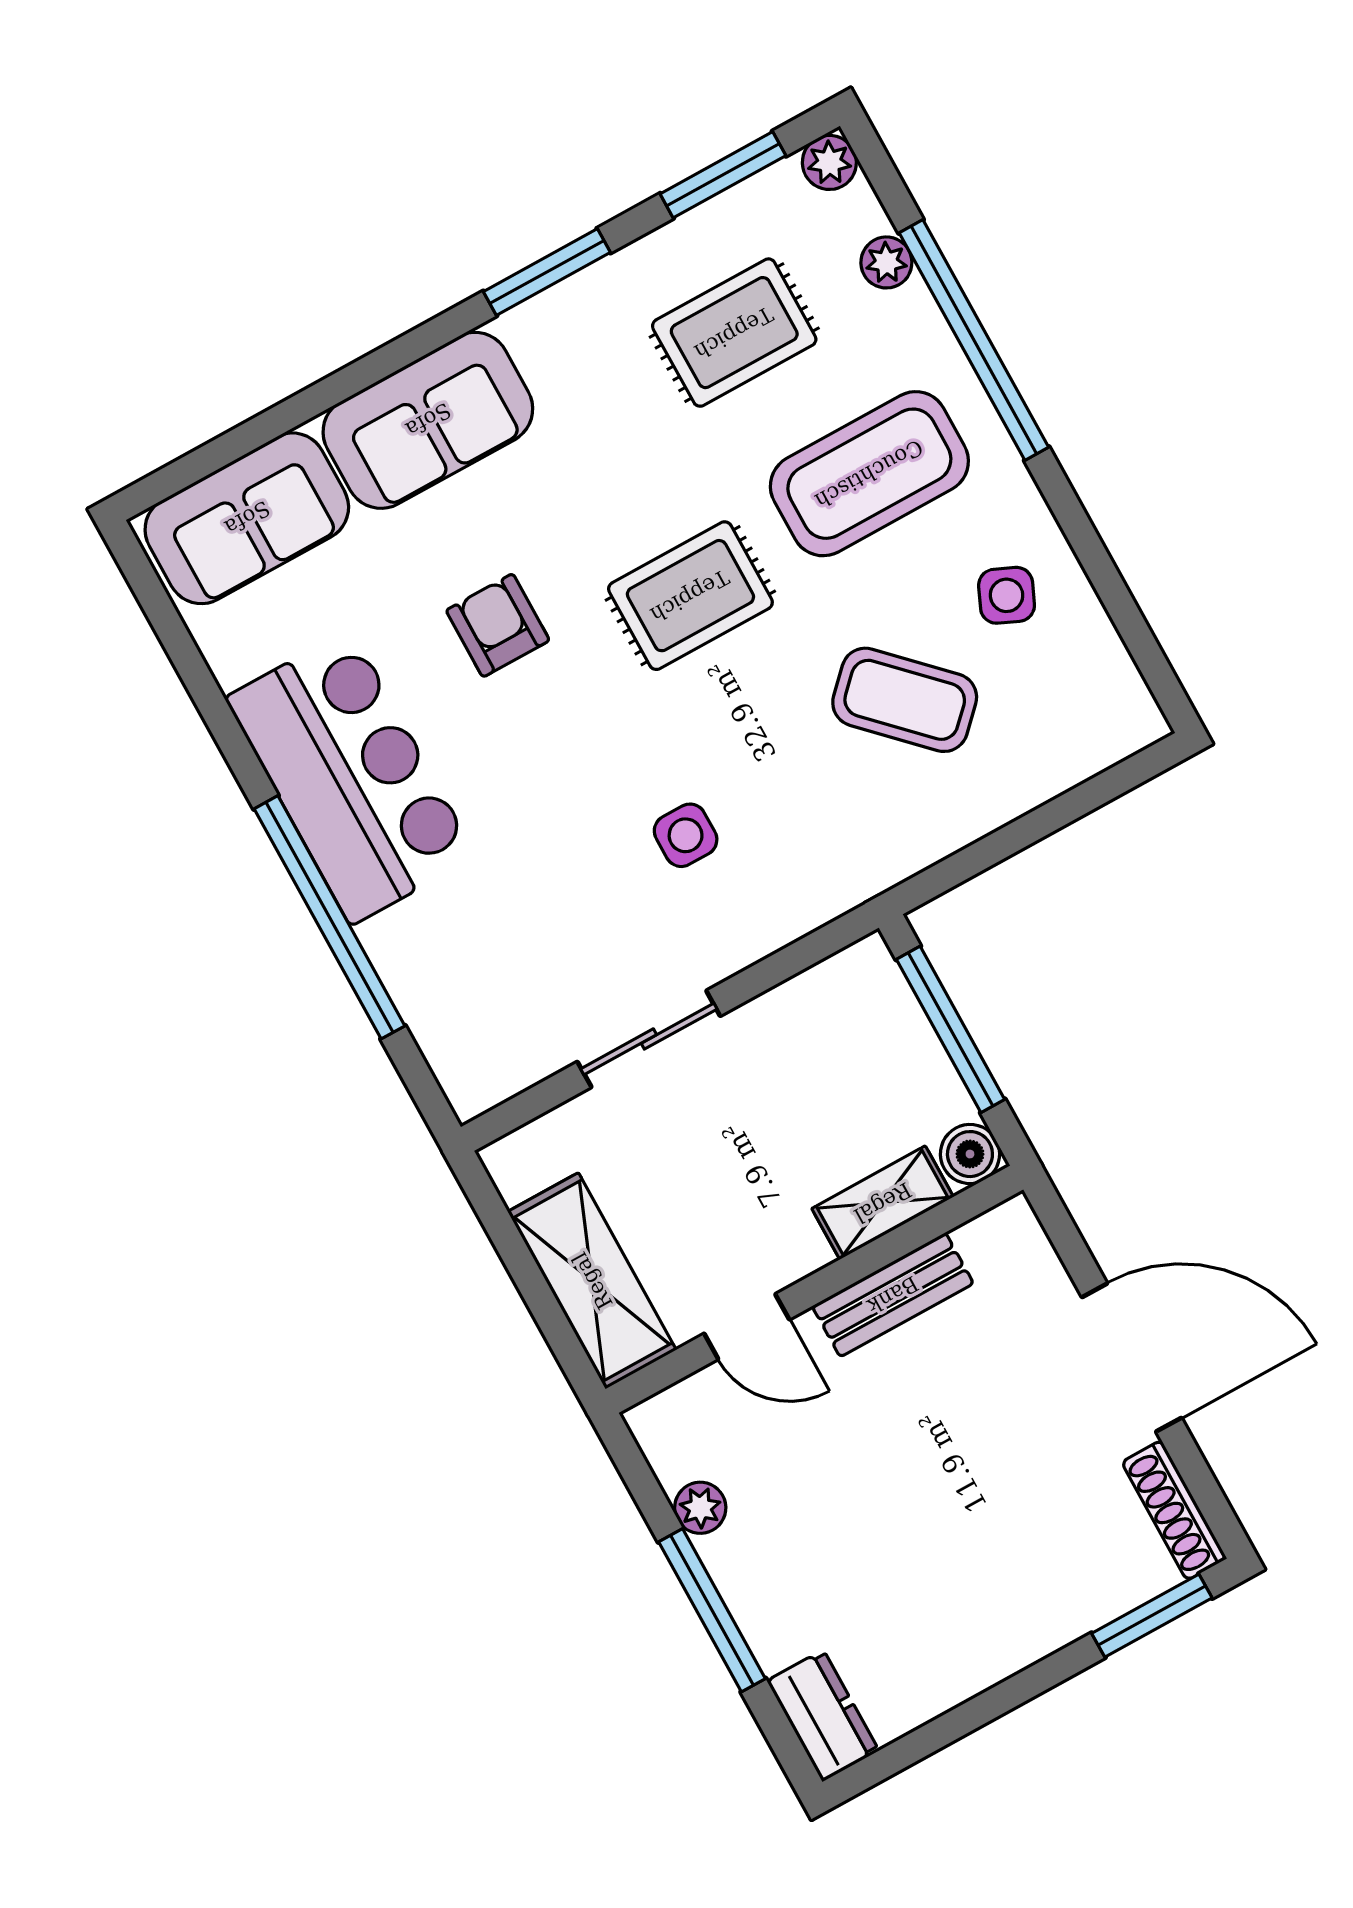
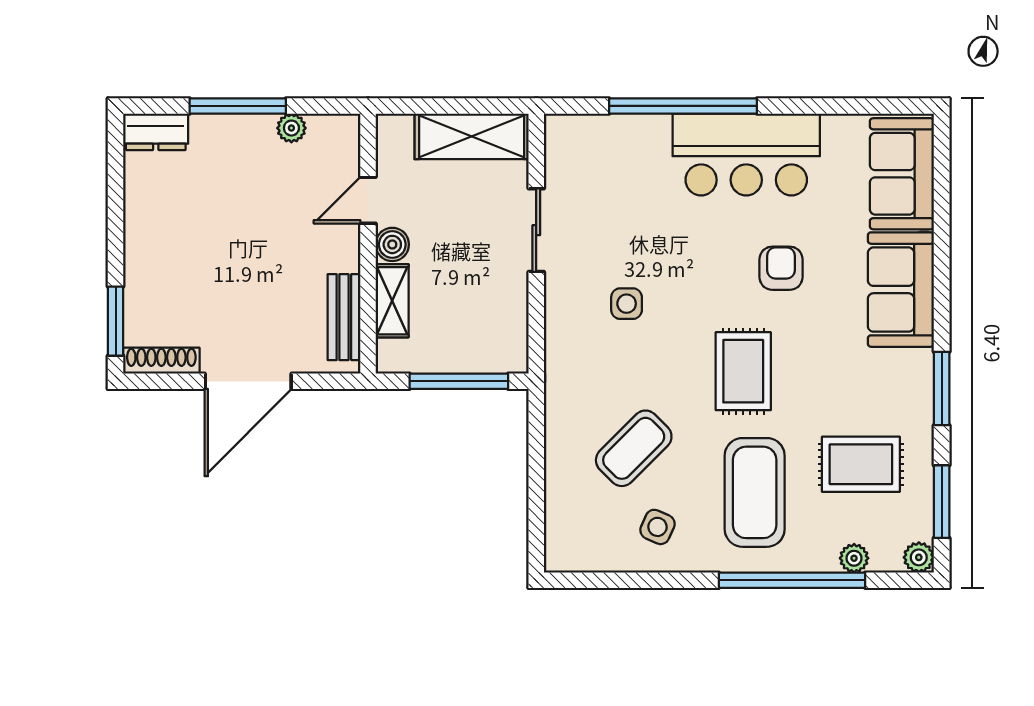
rug: (734, 333) -> (861, 464), turned 90
armchair: (498, 625) -> (781, 268), turned -90
boiler: (970, 1154) -> (392, 244), moved
shelving: (592, 1281) -> (472, 136), moved
bench: (893, 1295) -> (344, 317), moved

